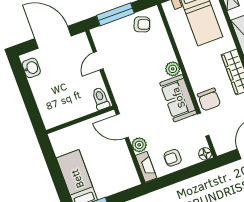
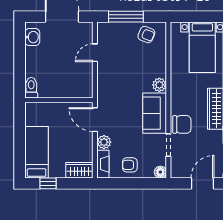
toilet: (101, 99) -> (31, 88), moved
chair: (209, 100) -> (182, 124), turned -90
wardrobe: (125, 181) -> (79, 170), added

